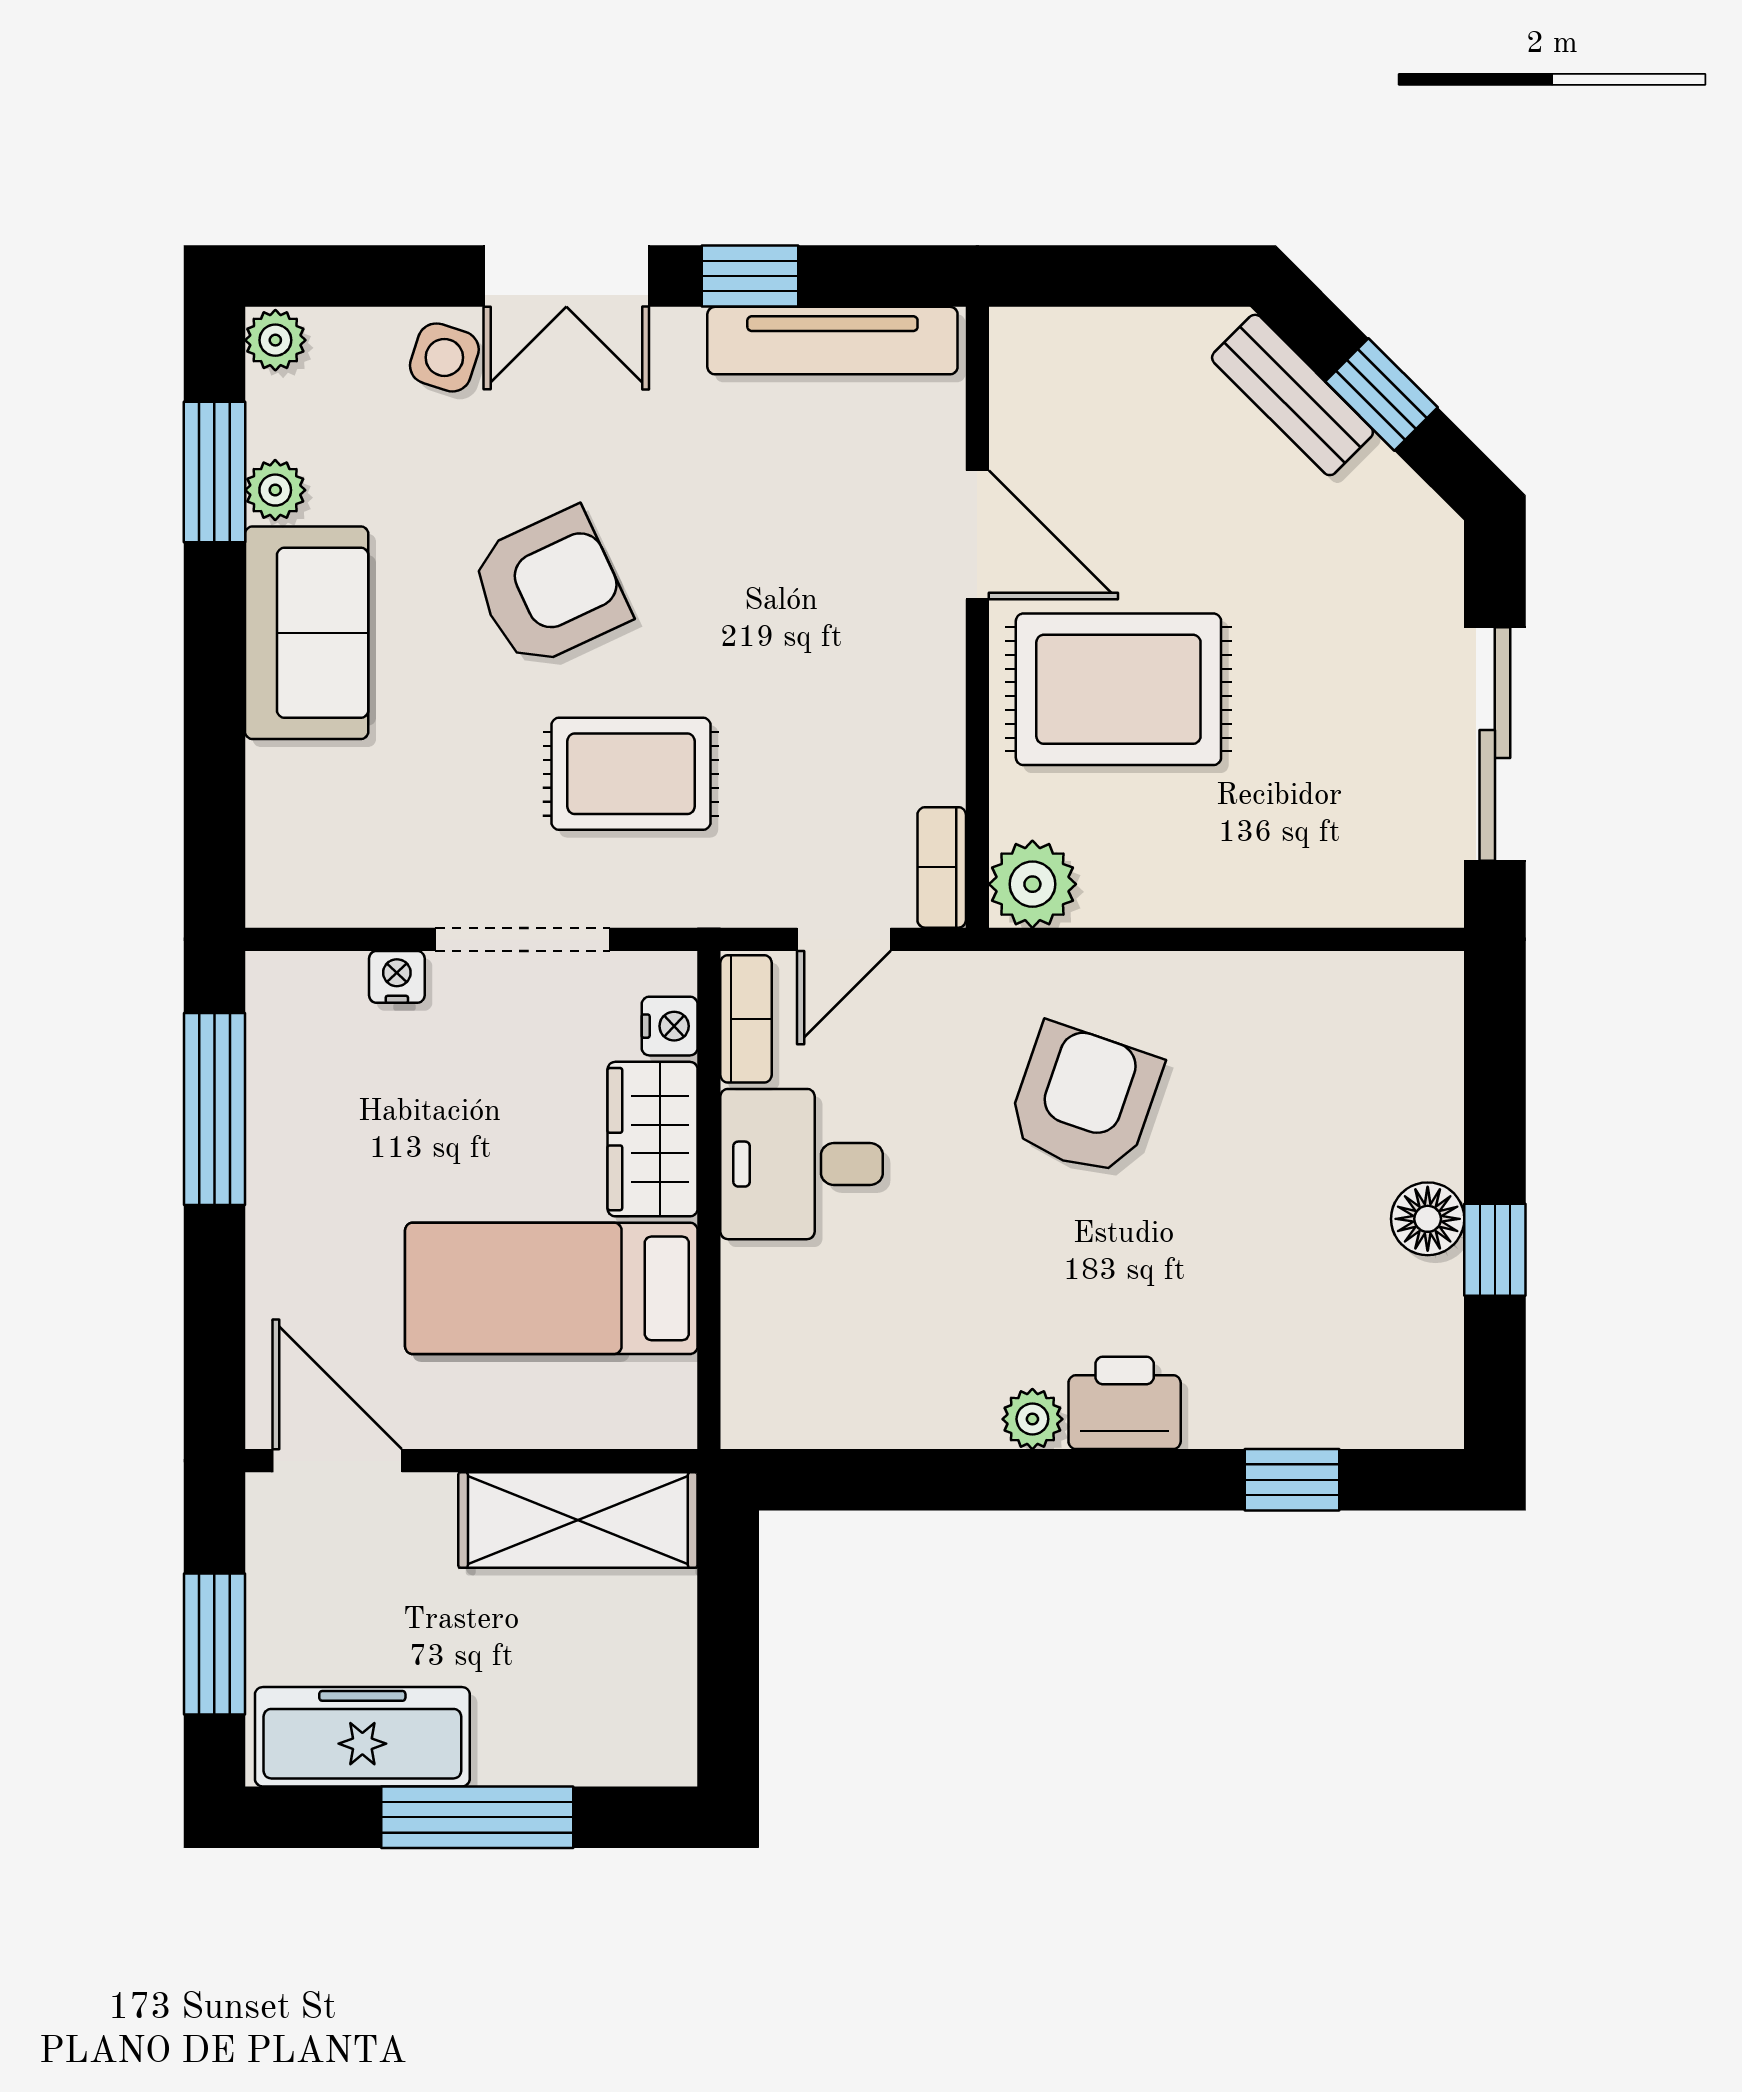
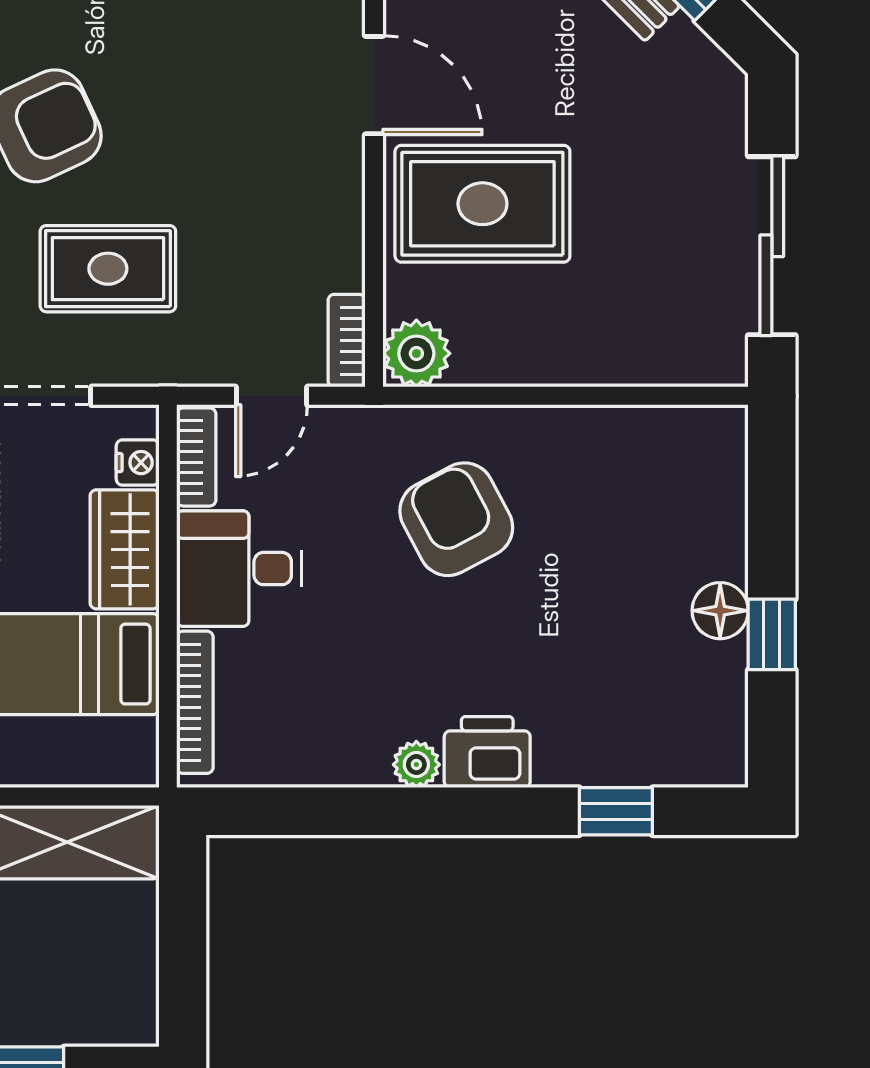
armchair: (1084, 1100) -> (456, 519), turned -47
bookcase: (744, 1338) -> (195, 702), added

